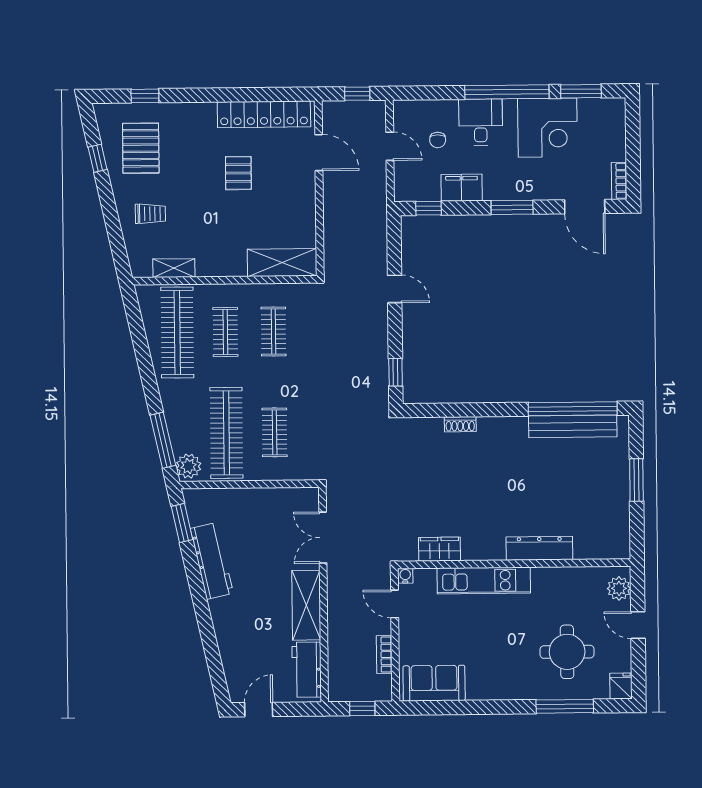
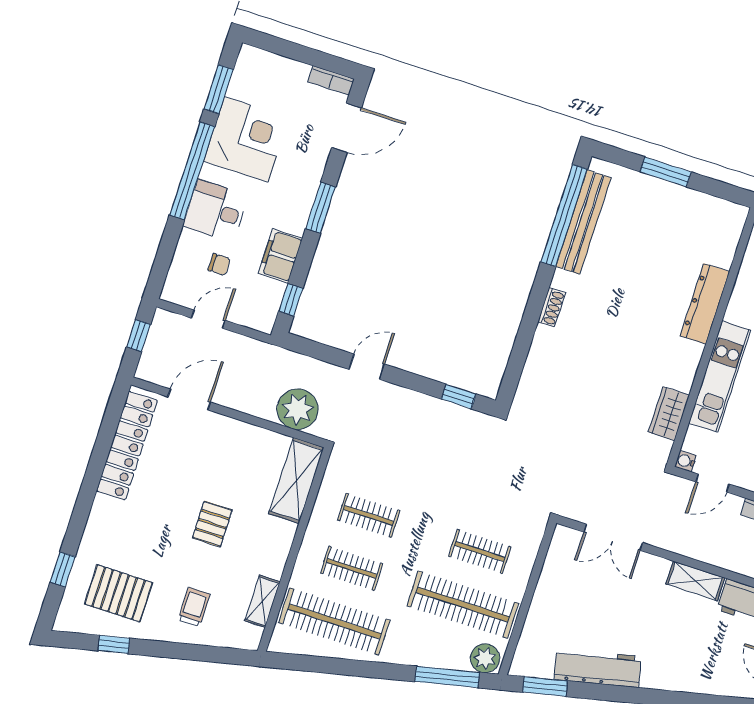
pallet: (238, 173) -> (212, 524), moved, turned 90
plant: (341, 244) -> (298, 409), added
shoe rack: (460, 424) -> (552, 307), moved
shelving: (306, 605) -> (695, 581), width x0.67, depth x0.75

